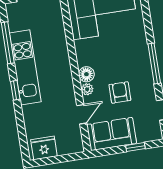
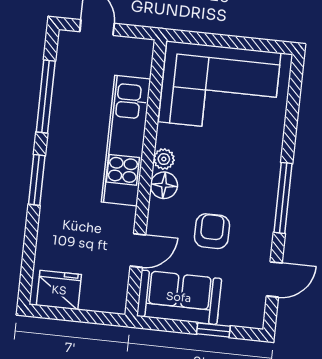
kitchen unit: (25, 67) -> (126, 141), moved, turned 180
plant: (87, 89) -> (164, 159), moved
window: (15, 90) -> (37, 180), width x1.50

